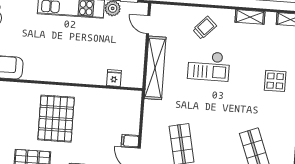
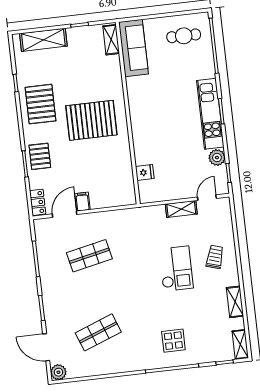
trolley: (205, 28) -> (215, 257), turned -117
checkout: (209, 66) -> (176, 269), turned 180
shelving: (155, 68) -> (181, 209), width x0.45, depth x0.75

